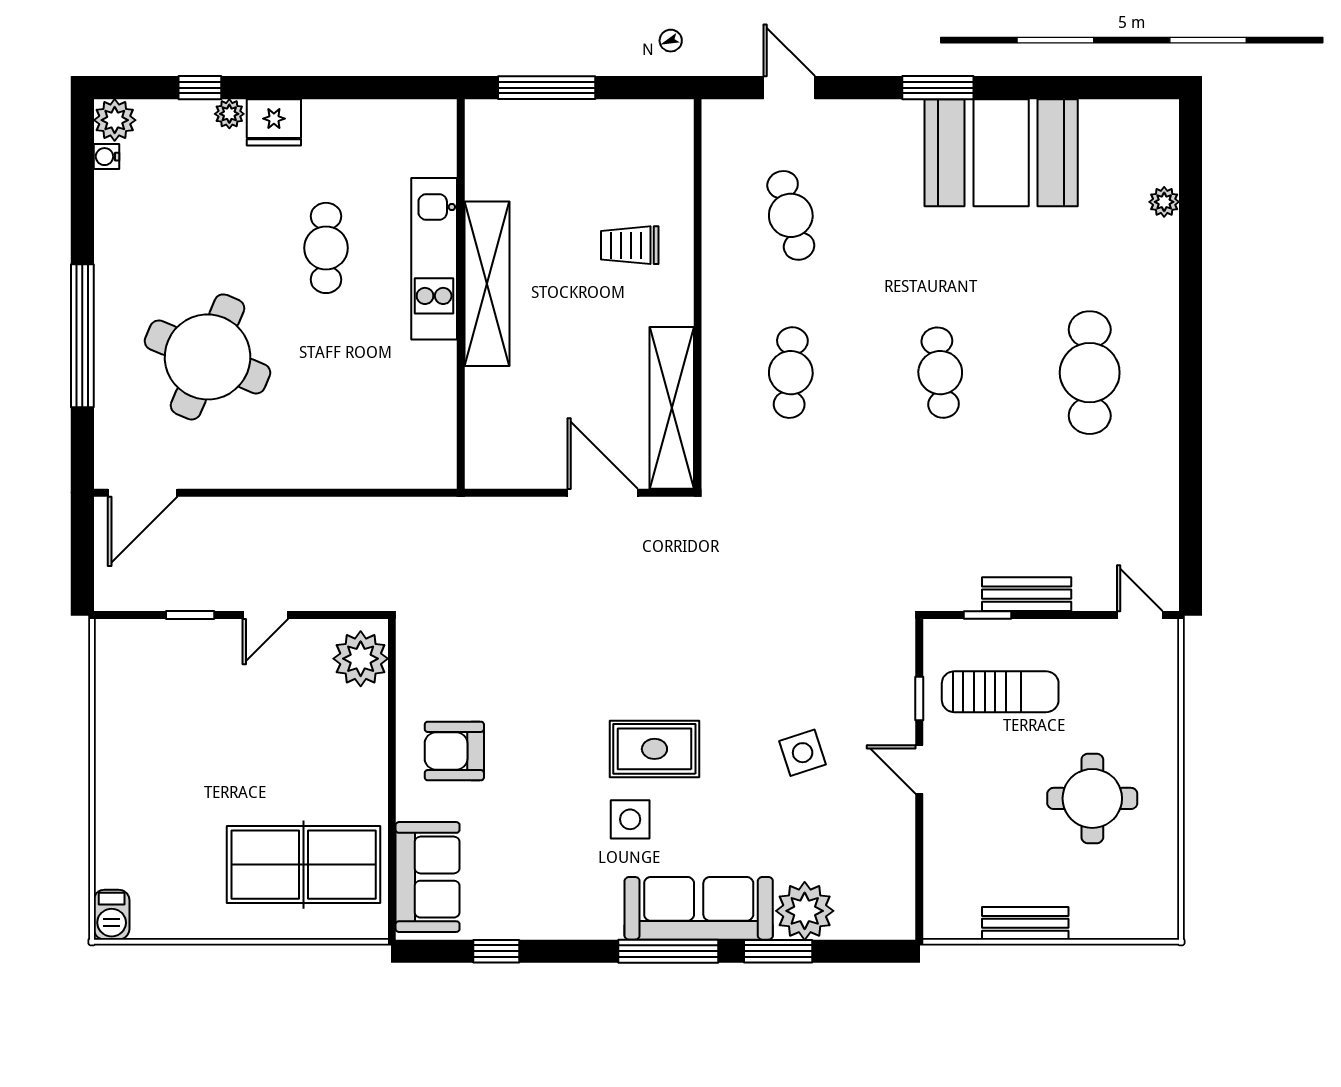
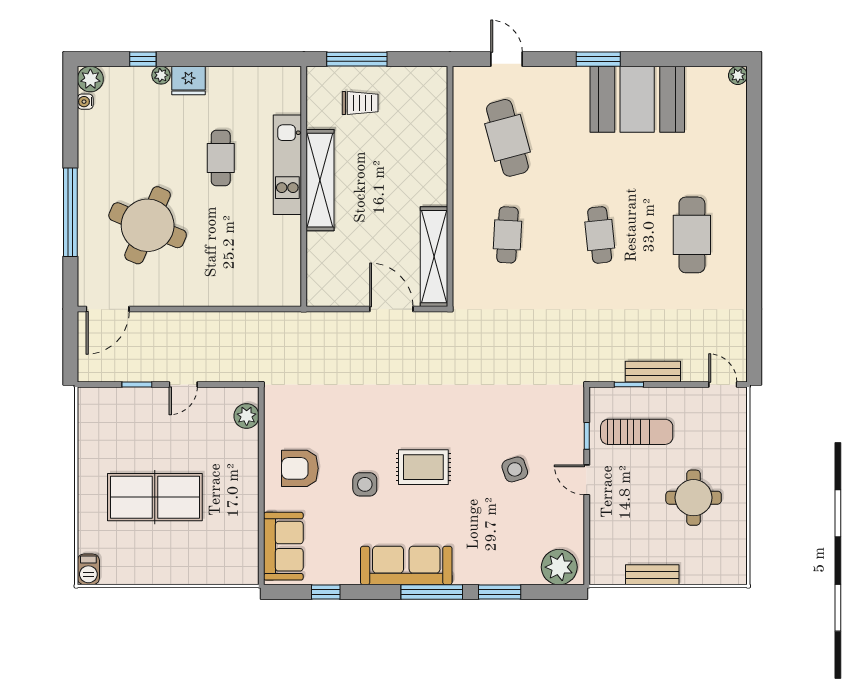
plant: (1164, 202) -> (738, 75), moved
cafe table: (791, 215) -> (507, 138), width x1.37, depth x1.35
trolley: (630, 245) -> (360, 103), moved, turned 180
plant: (361, 659) -> (247, 416), width x0.73, depth x0.73
side table: (630, 819) -> (365, 484), moved
table tennis table: (304, 865) -> (155, 497), moved
sofa: (699, 908) -> (406, 565), moved
plant: (805, 911) -> (559, 567), moved

